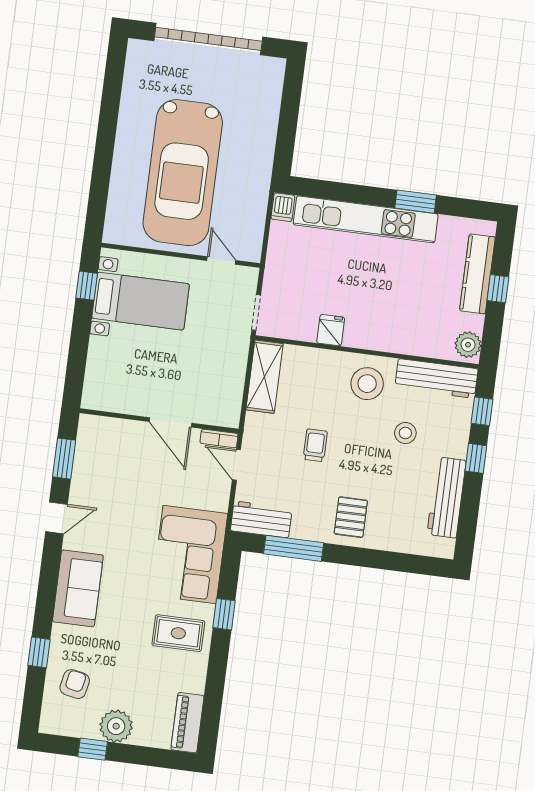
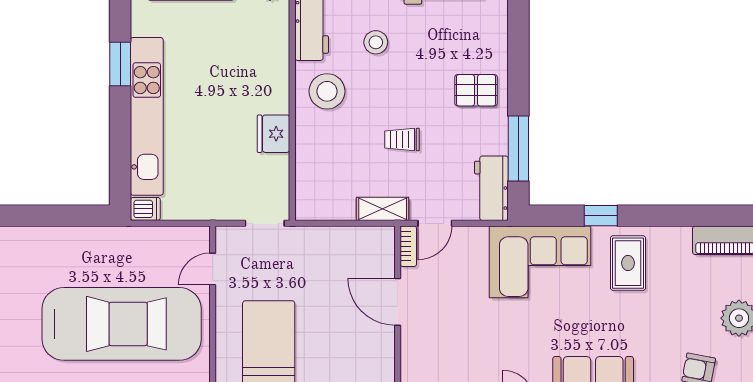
fridge: (331, 330) -> (274, 134), width x1.38
shelving: (264, 377) -> (383, 209), moved, width x0.67, depth x0.75
door: (170, 422) -> (398, 302), swing flipped

